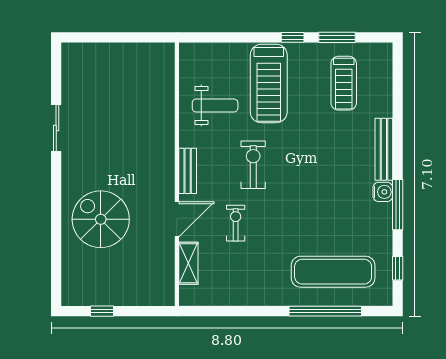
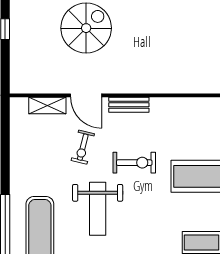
weight bench: (215, 105) -> (98, 209), moved, width x1.36, depth x1.33
exercise bike: (236, 223) -> (83, 147), turned 104

